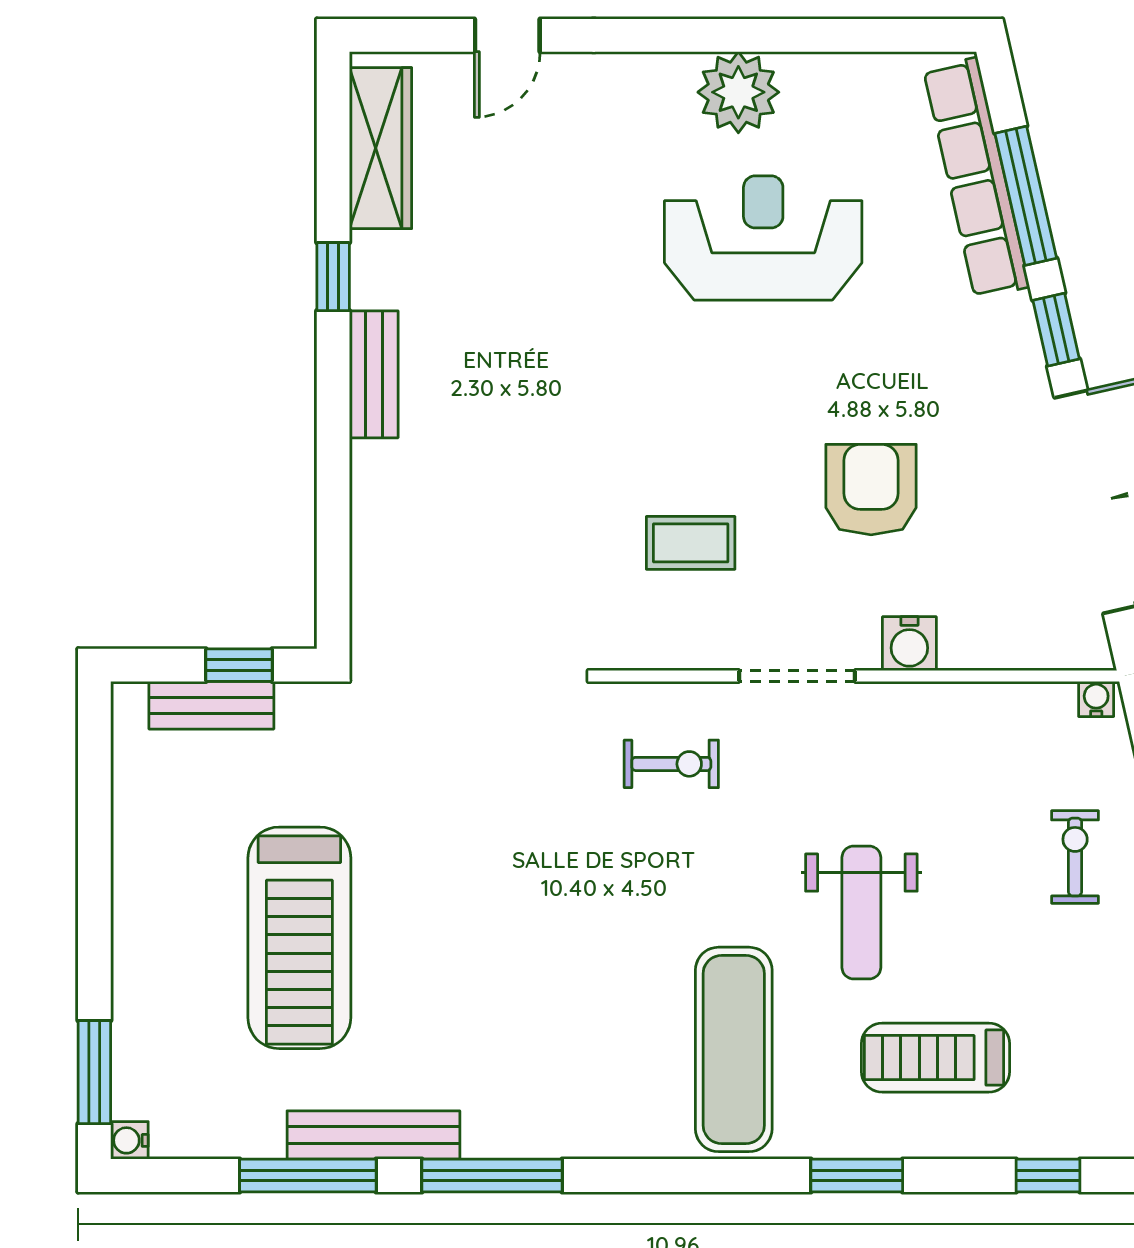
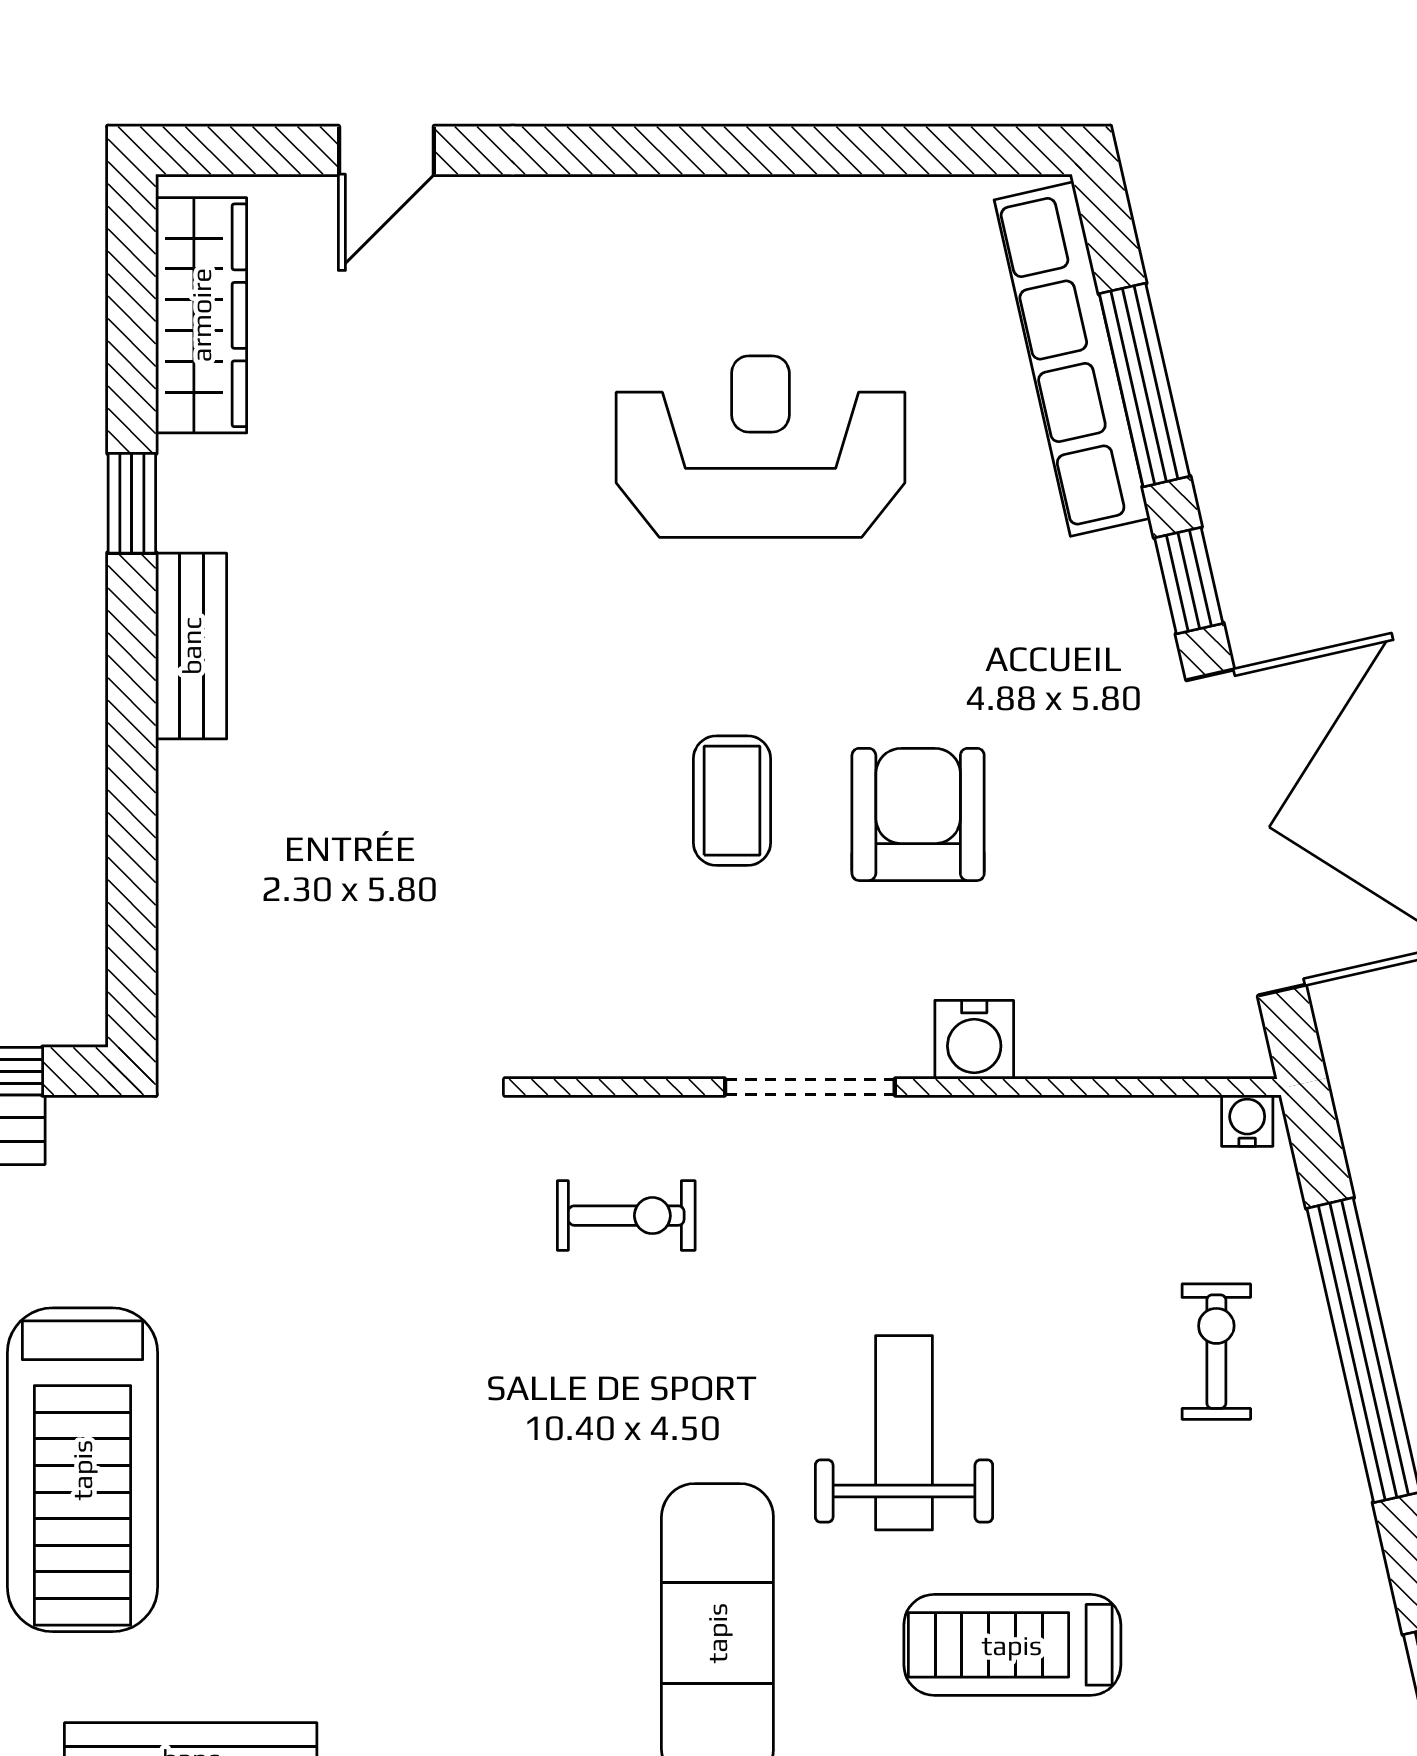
plant: (738, 92) -> (724, 234), removed
coffee table: (691, 543) -> (732, 801), moved, turned 90
weight bench: (861, 912) -> (904, 1433), turned 180

